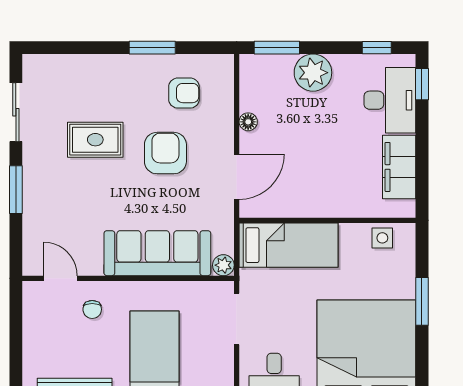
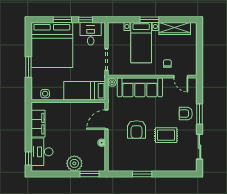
window: (377, 48) -> (47, 174), removed
armchair: (184, 93) -> (186, 114), moved

